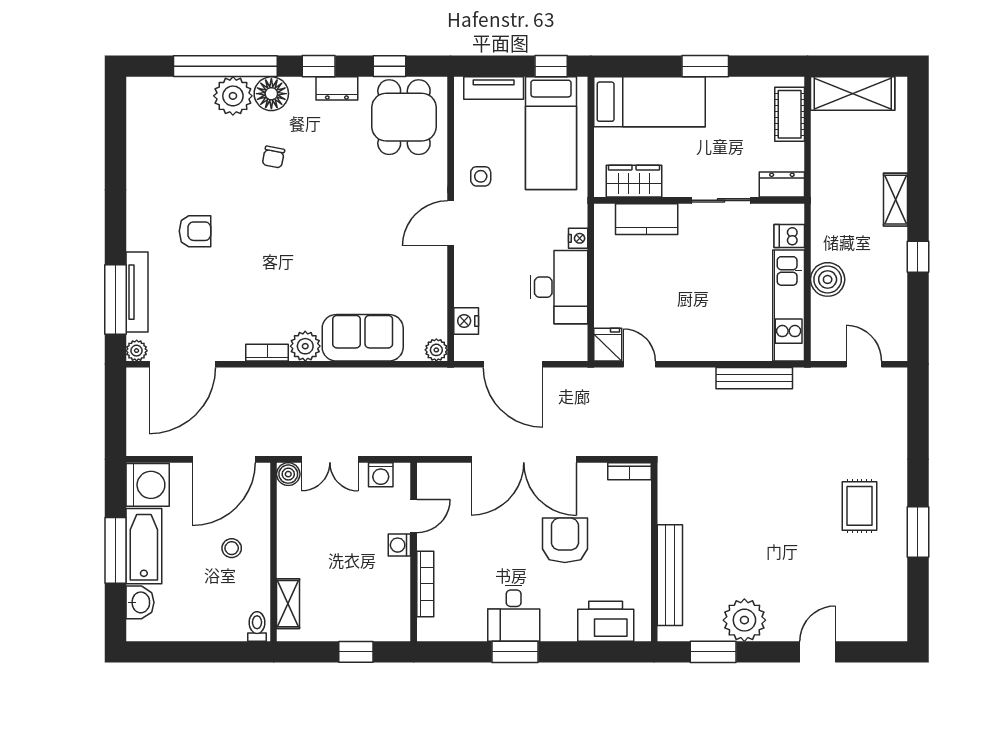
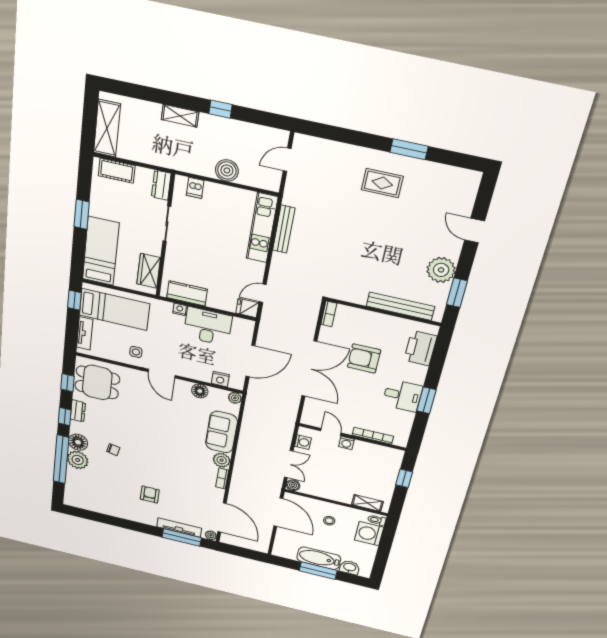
kitchen counter: (647, 219) -> (187, 293), moved, turned -90
floor lamp: (434, 291) -> (200, 391), added
kitchen unit: (789, 305) -> (262, 228), moved, turned 90
washing machine: (148, 485) -> (369, 534), moved, turned -90

